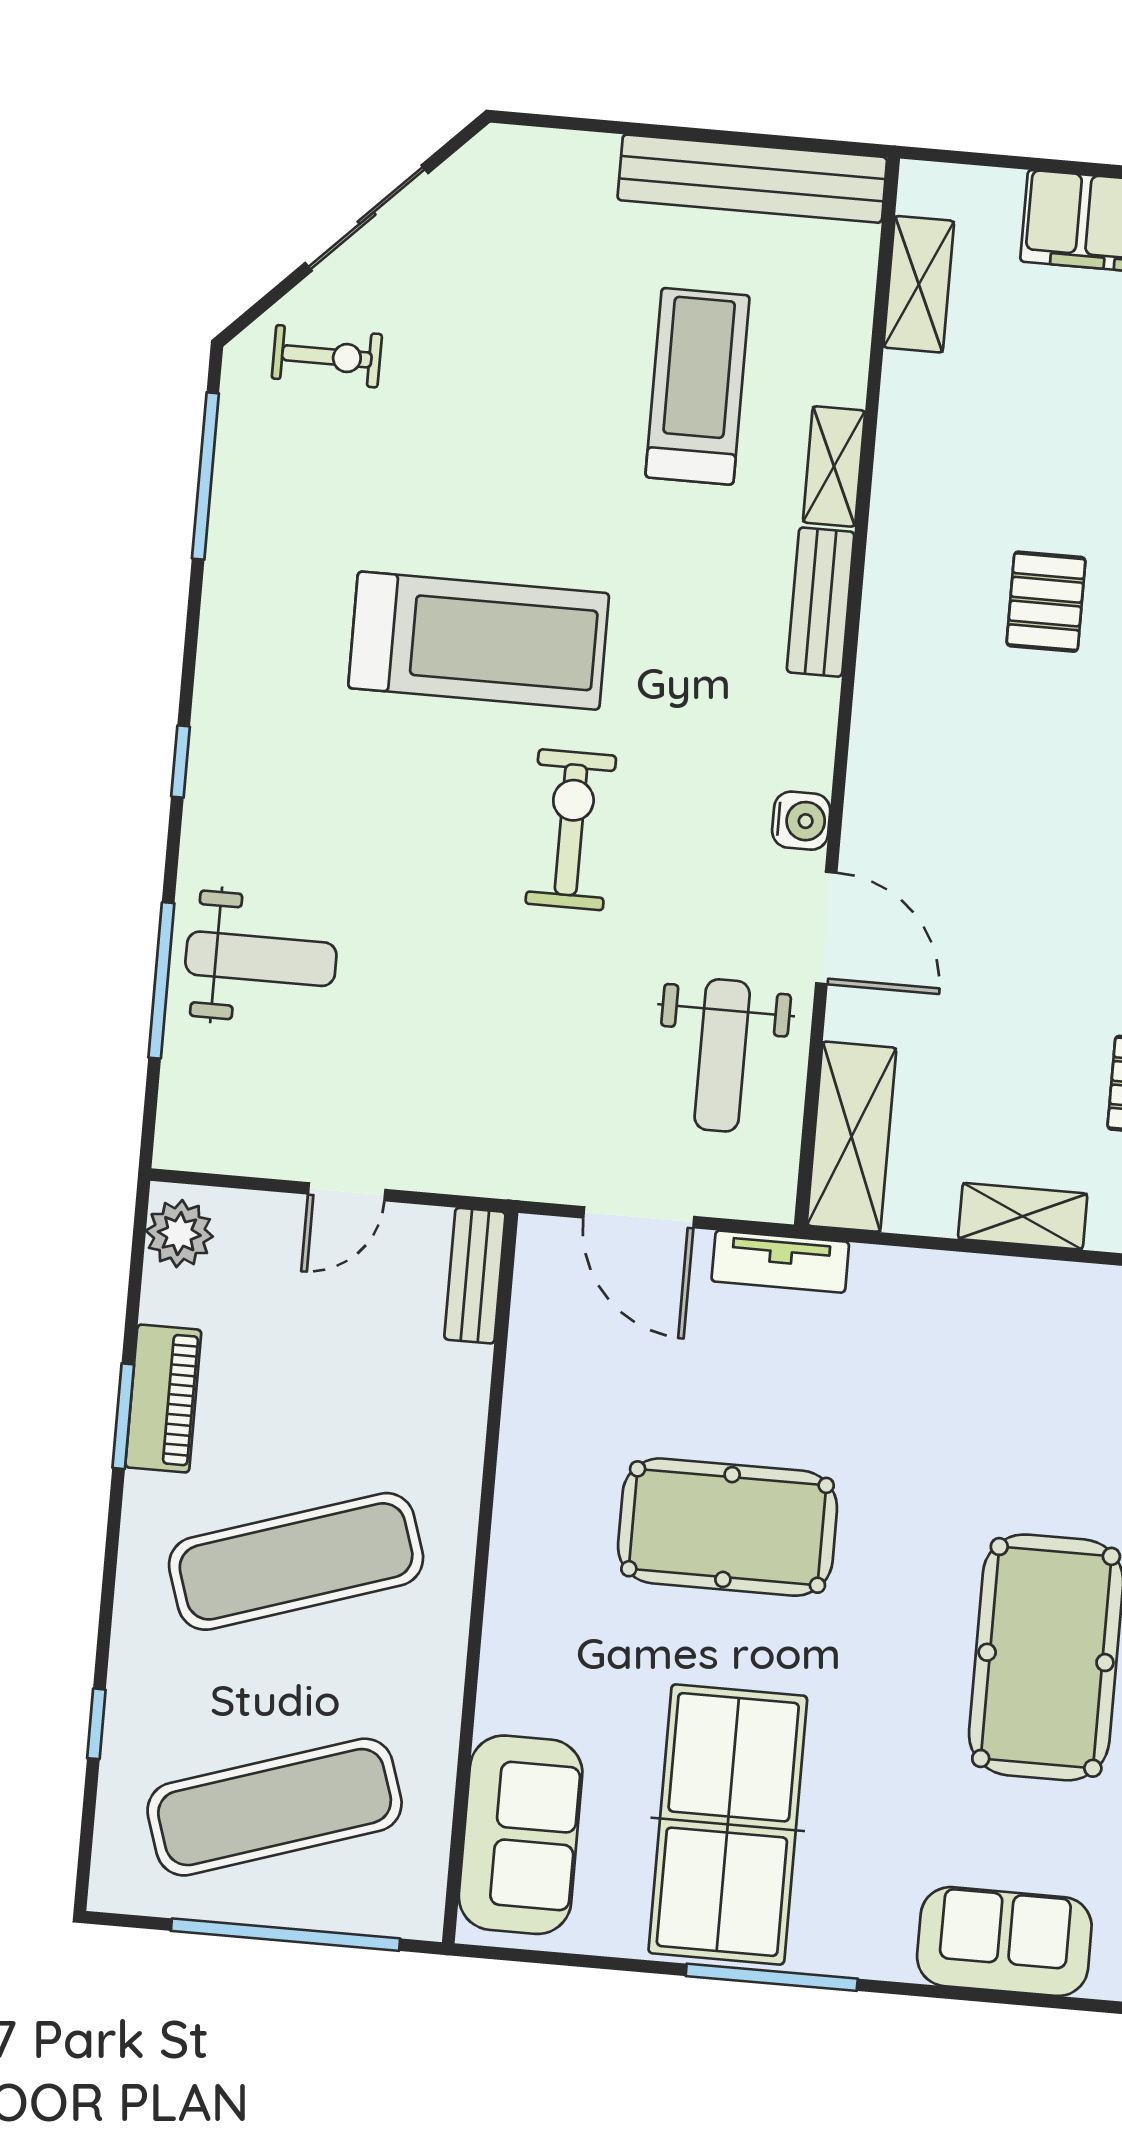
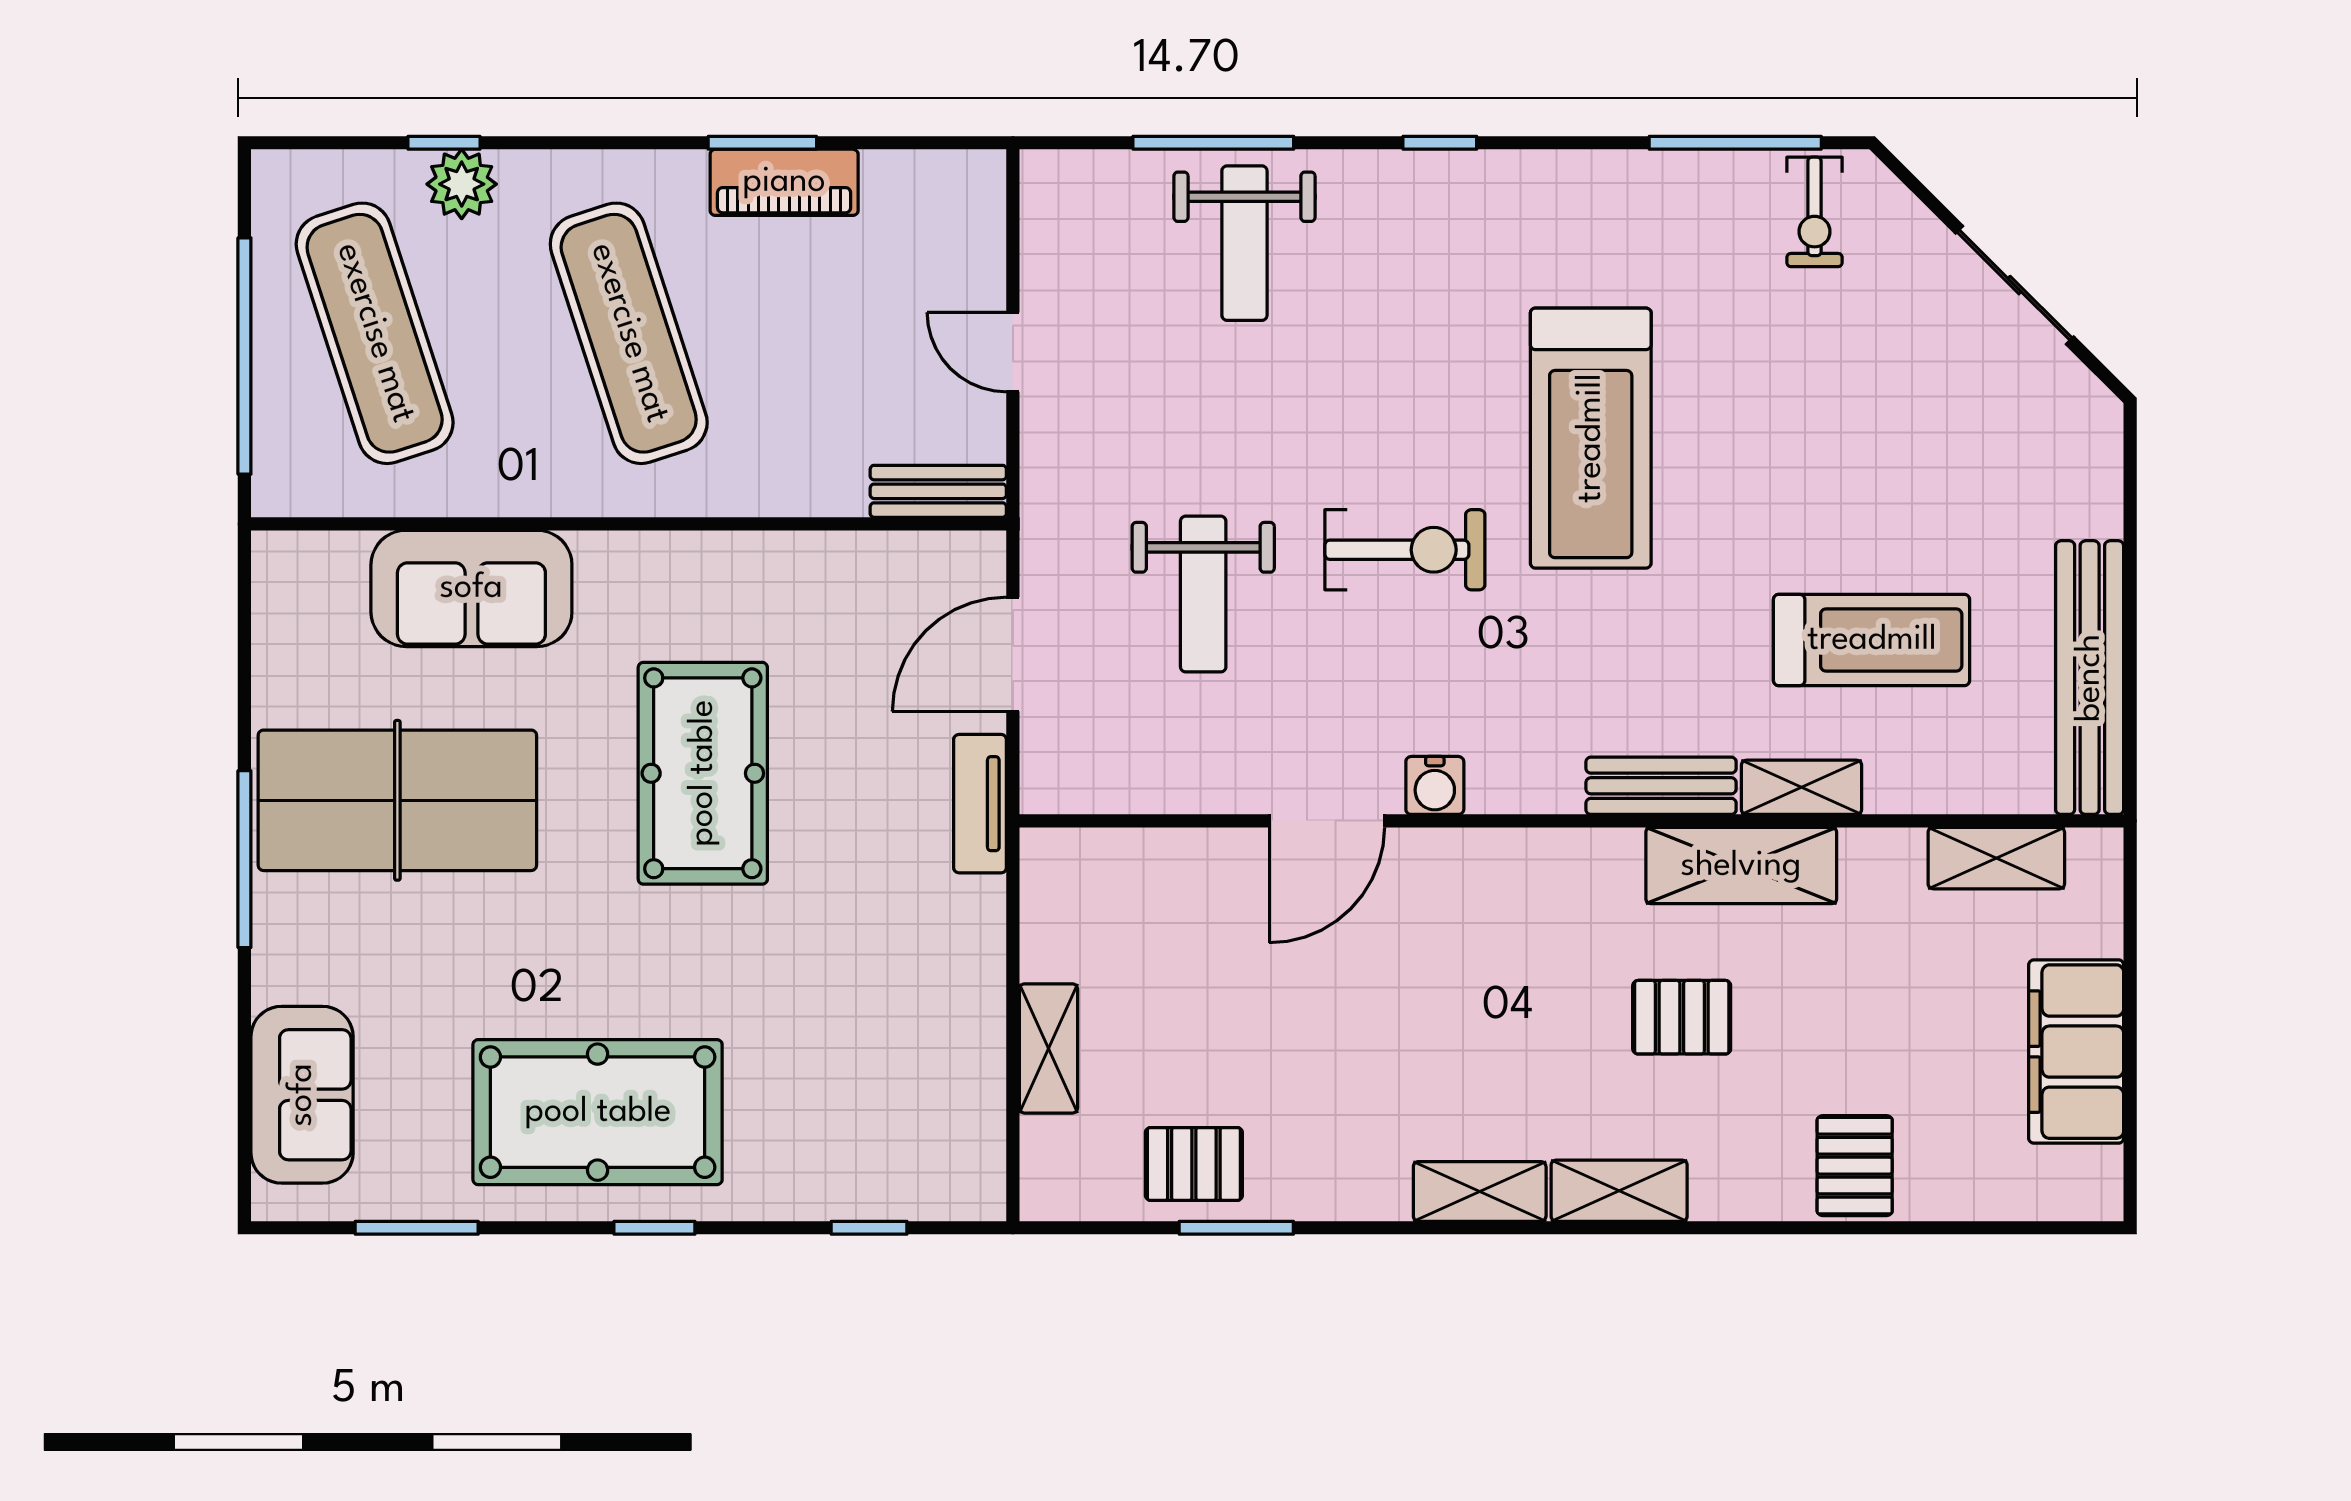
exercise bike: (327, 356) -> (1815, 212), moved
weight bench: (722, 1055) -> (1203, 594), moved, turned -90
shelving: (851, 1137) -> (1741, 866), moved
plant: (179, 1234) -> (462, 184), moved
sofa: (521, 1835) -> (471, 588), moved

